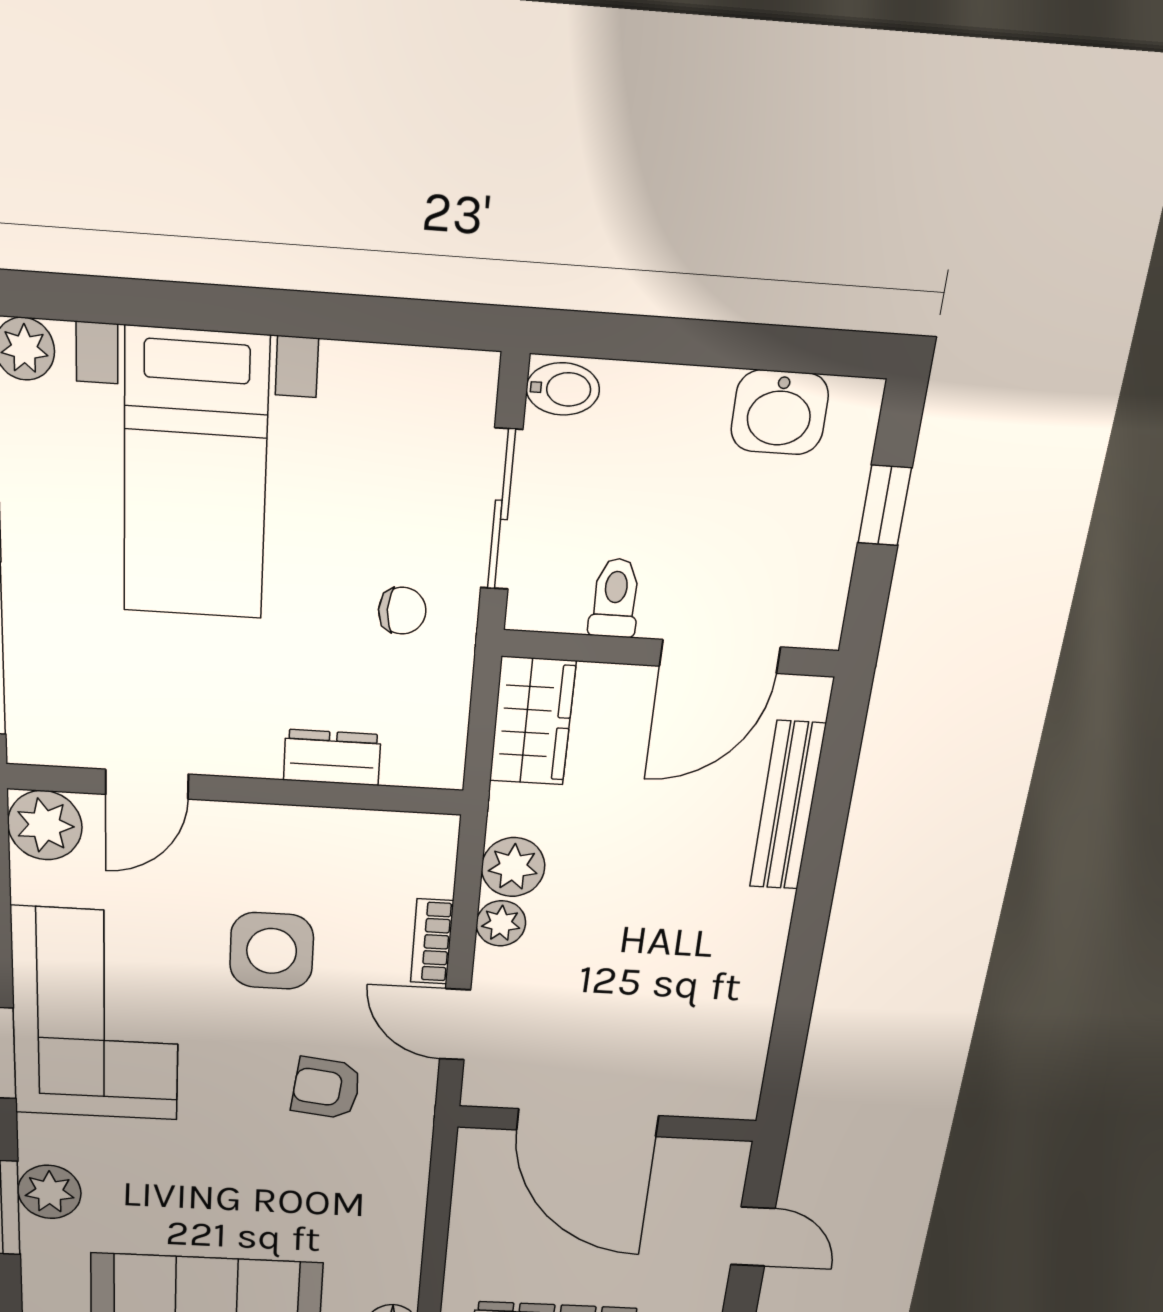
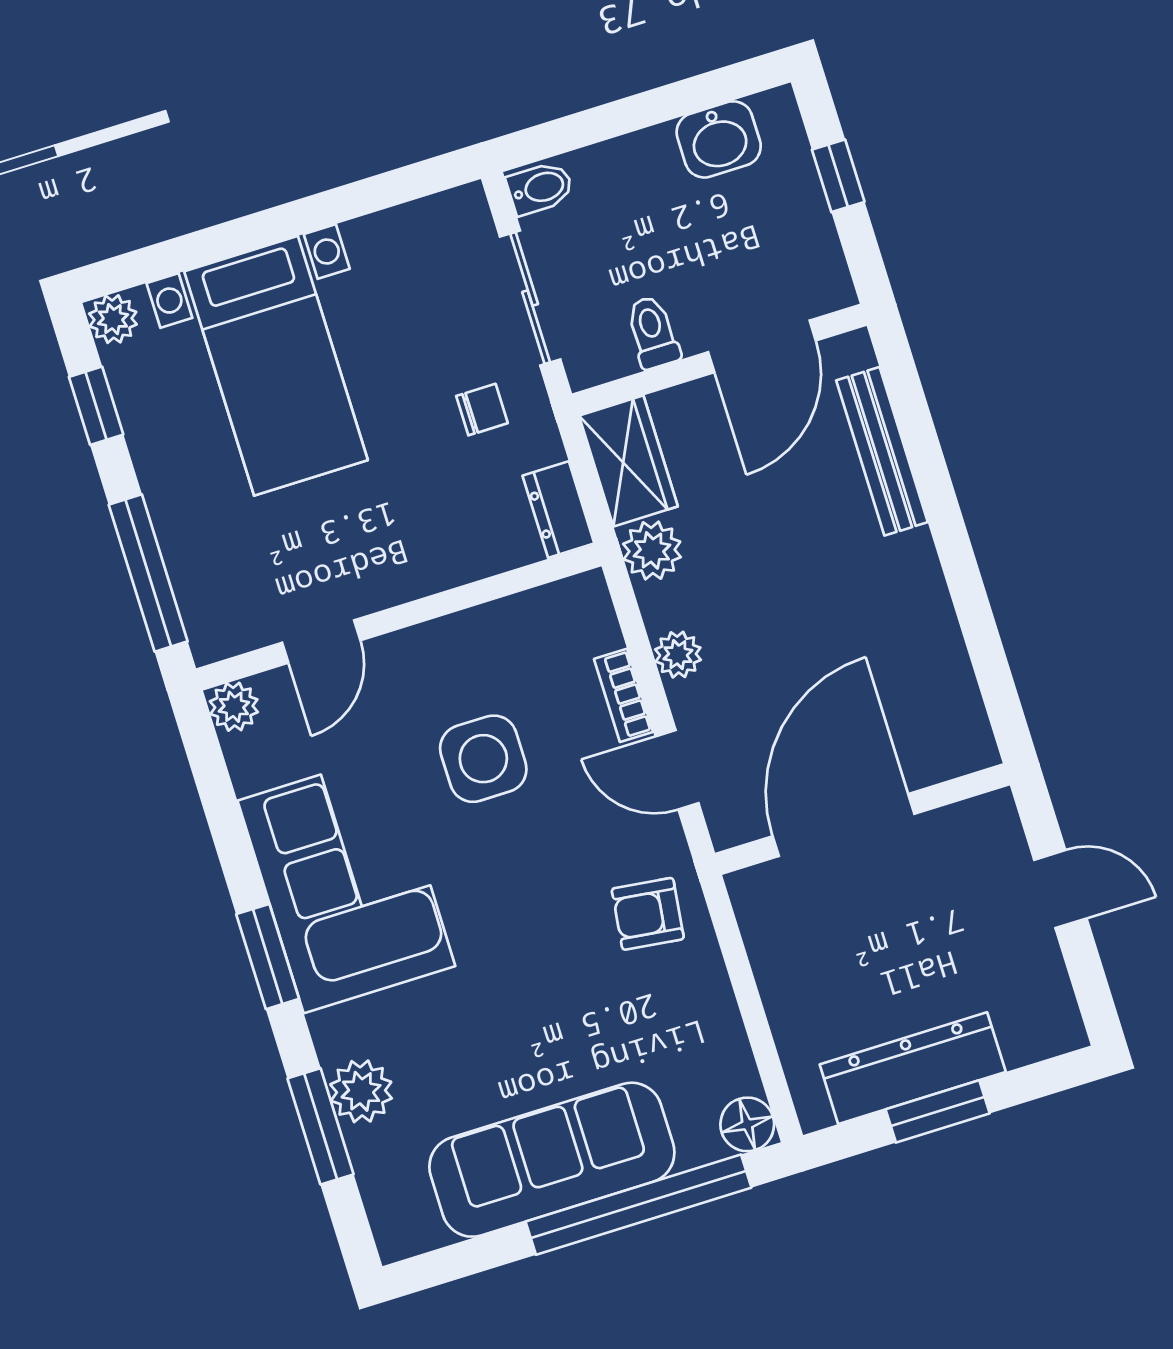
dresser: (332, 757) -> (558, 509), moved, turned -90
plant: (45, 825) -> (234, 707), width x0.73, depth x0.73
plant: (513, 867) -> (652, 550), moved
armchair: (326, 1088) -> (648, 914), moved
door: (588, 1123) -> (843, 825), swing flipped

